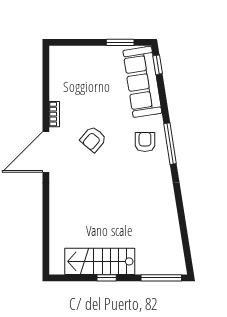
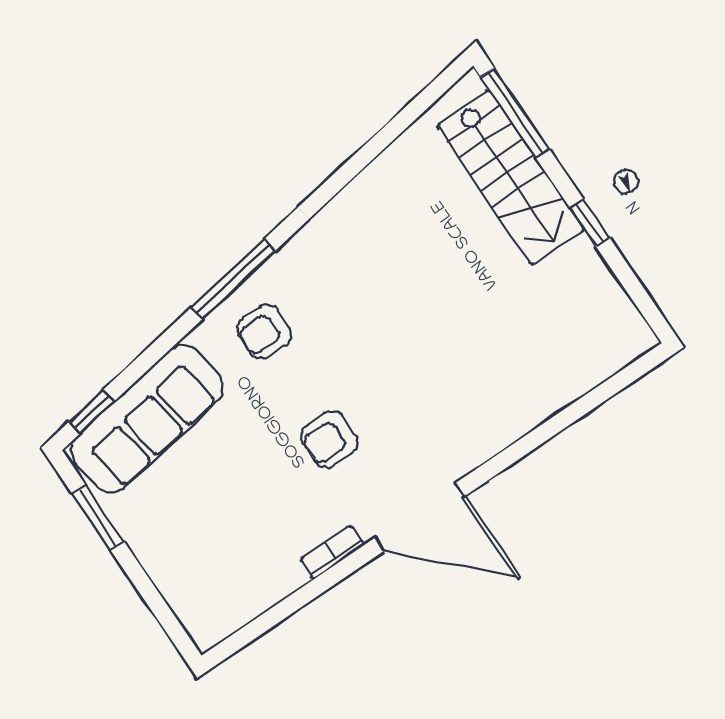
armchair: (93, 139) -> (329, 439), turned 140
stairs: (100, 261) -> (511, 177), moved

